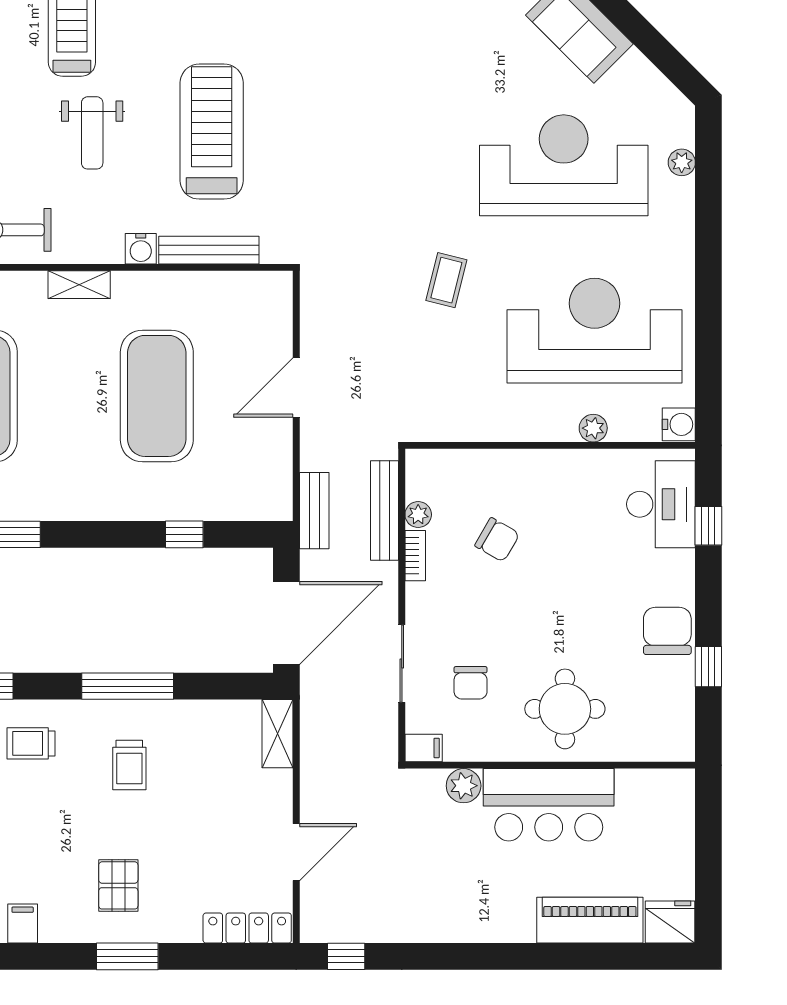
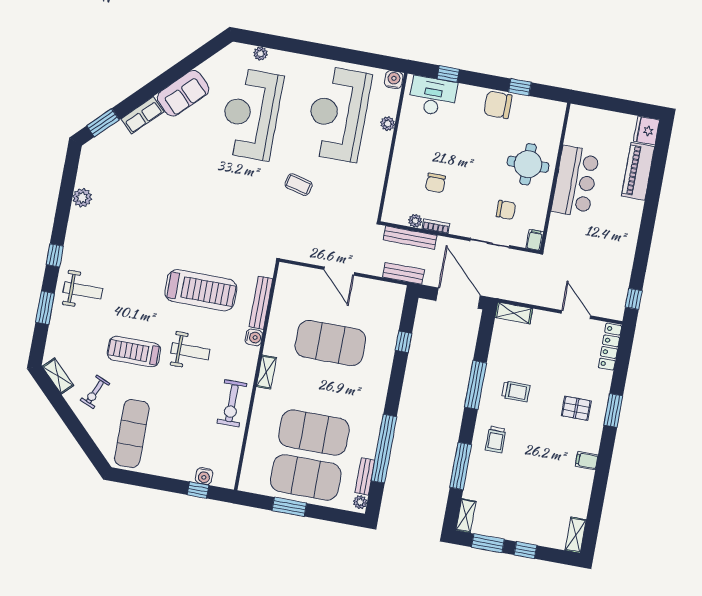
treadmill: (212, 132) -> (201, 290), turned 180
chair: (497, 540) -> (436, 183), turned 150
plant: (464, 786) -> (558, 223), removed

